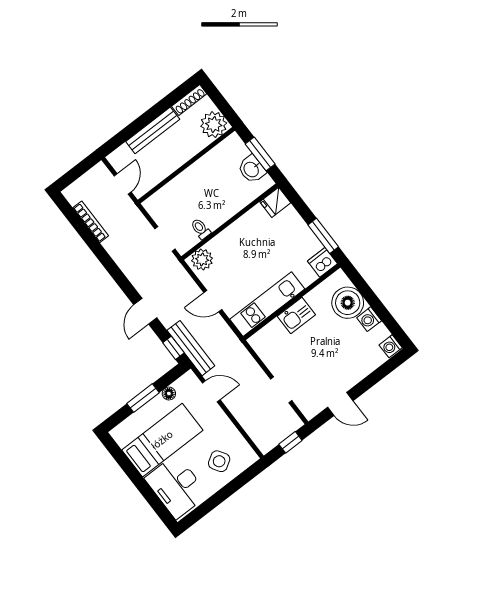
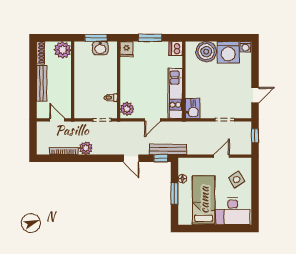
window: (323, 236) -> (150, 38), moved
plant: (115, 246) -> (86, 148), added
kitchen sink: (296, 316) -> (193, 108), moved
washing machine: (369, 319) -> (228, 52), width x1.89, depth x1.89
door: (211, 391) -> (222, 156), moved

